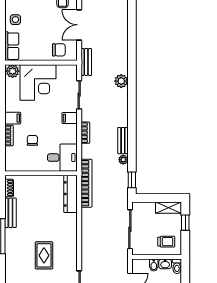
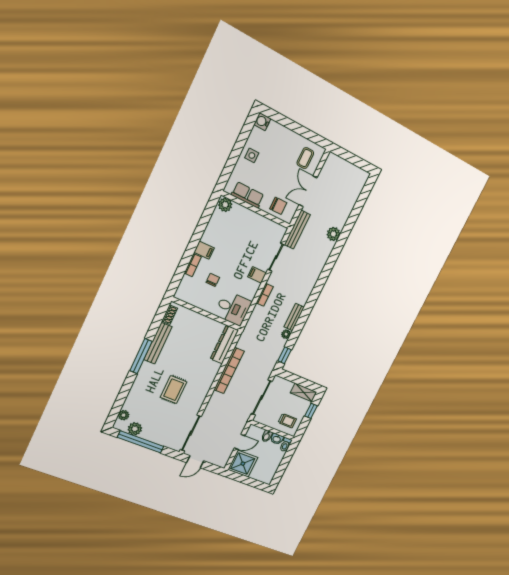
row of seats: (12, 46) -> (248, 195), moved, turned -90
bench: (86, 62) -> (297, 230), width x1.36
plant: (121, 81) -> (333, 234), moved
corner desk: (38, 82) -> (244, 227), removed
bookcase: (86, 183) -> (229, 371), moved
bench: (10, 213) -> (158, 343), width x1.36

